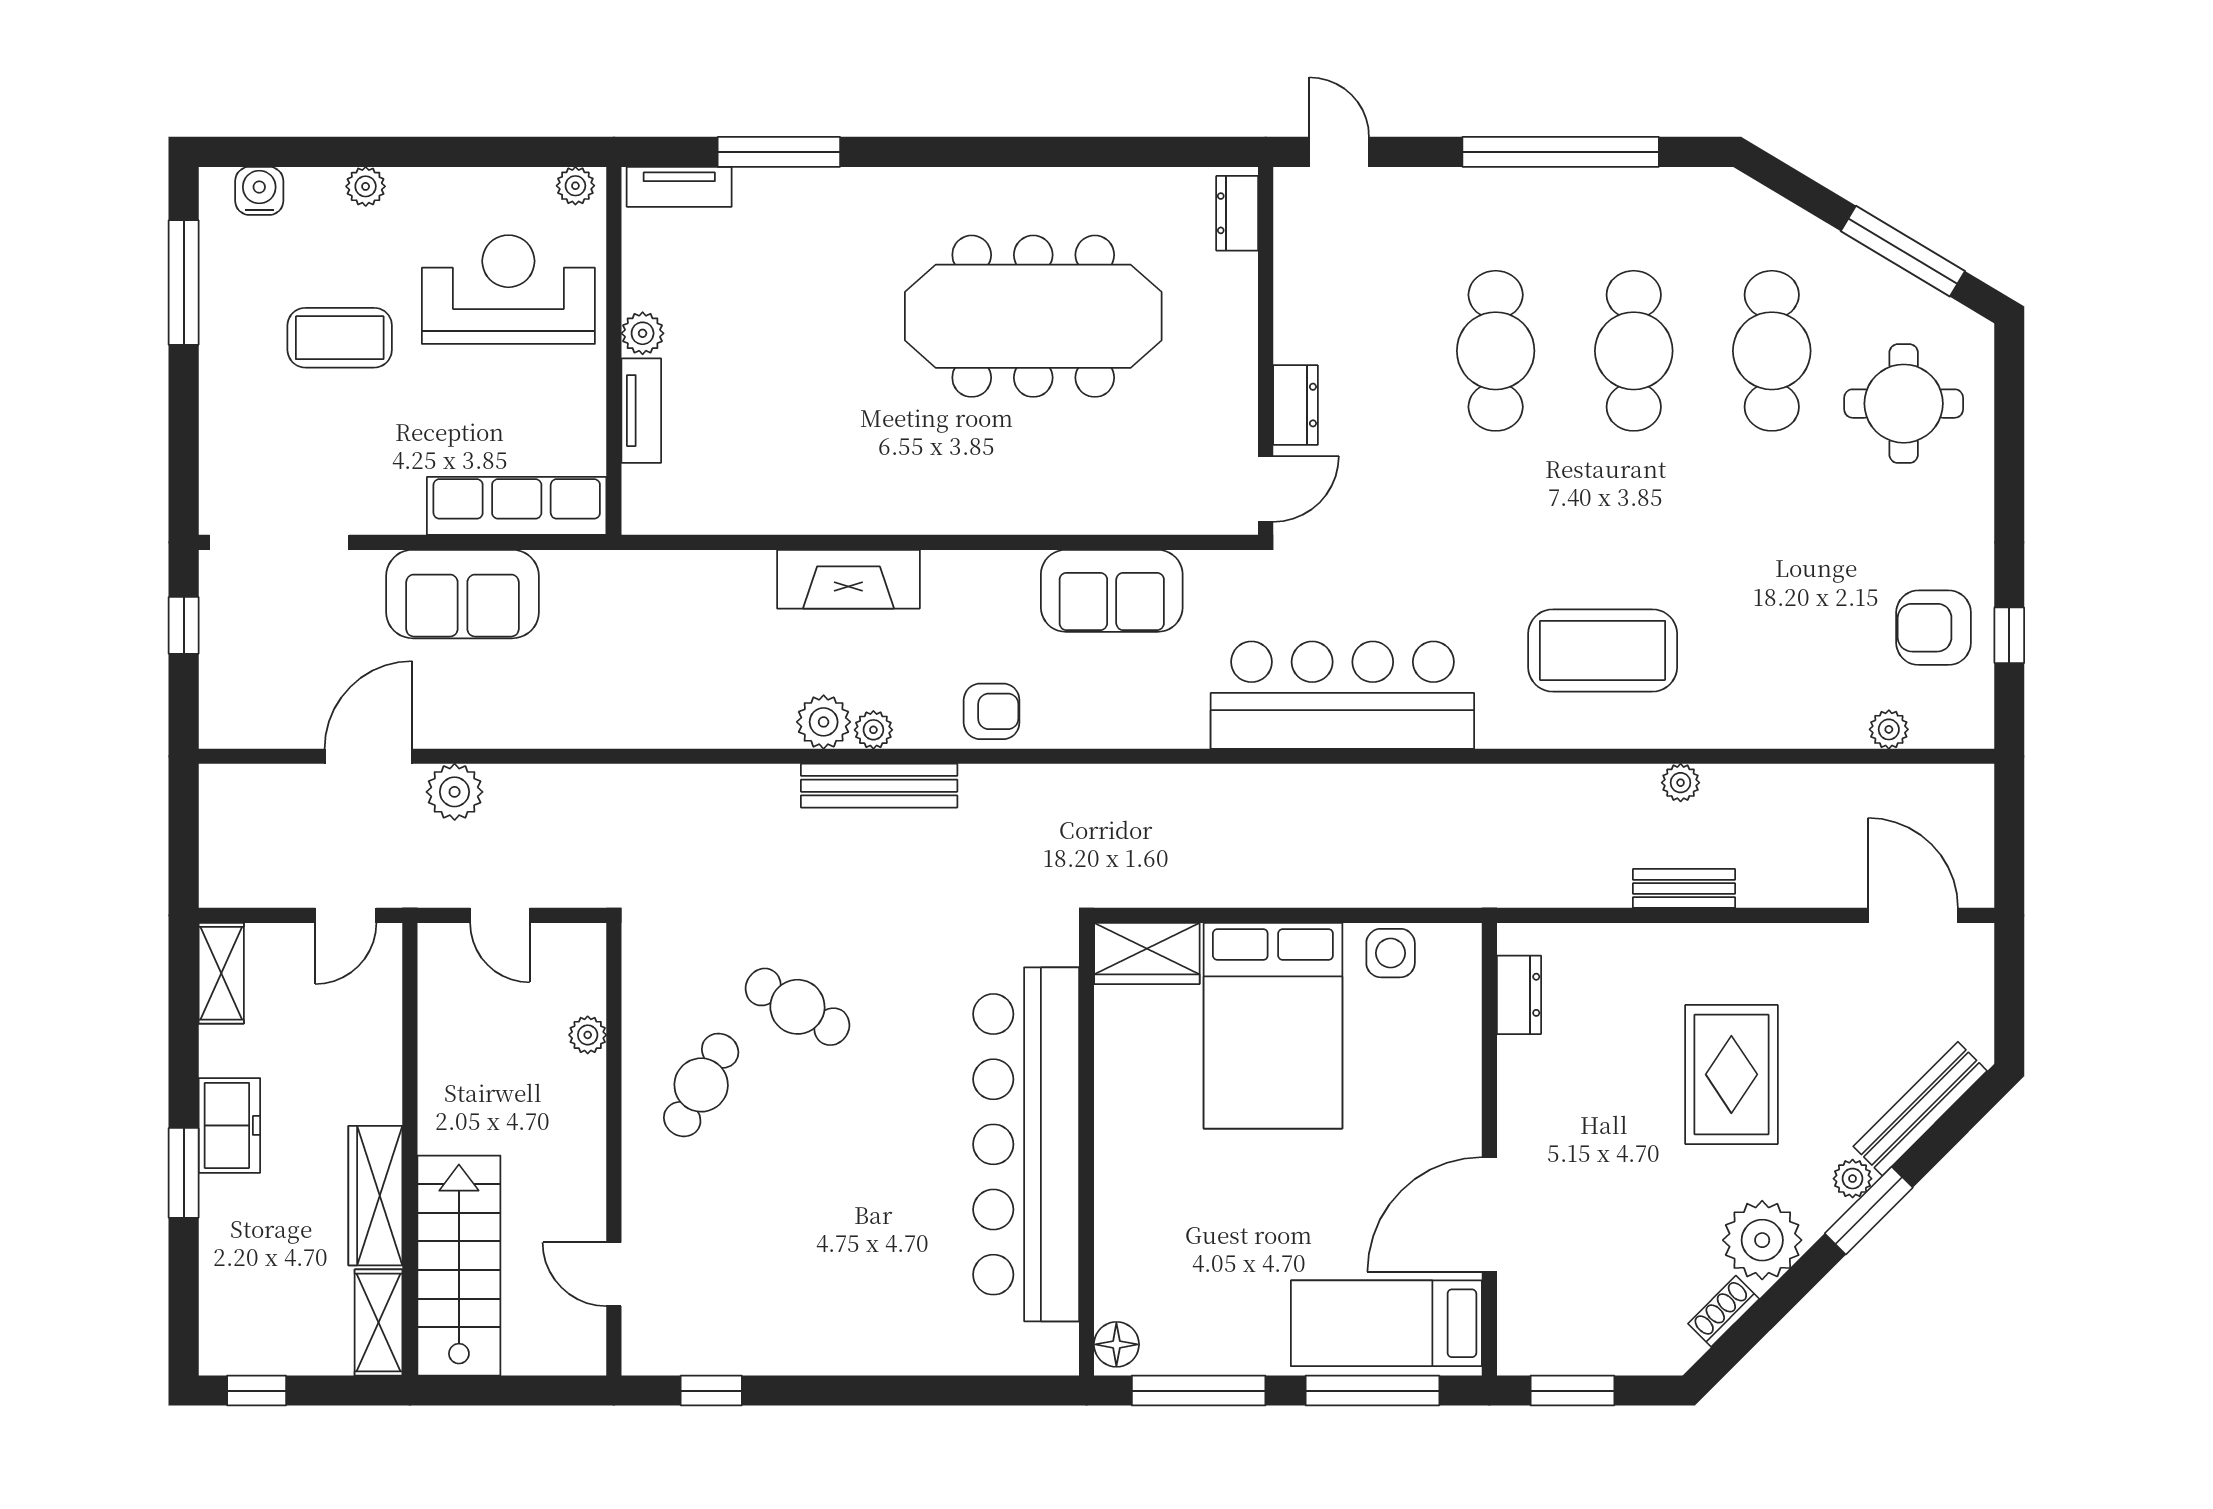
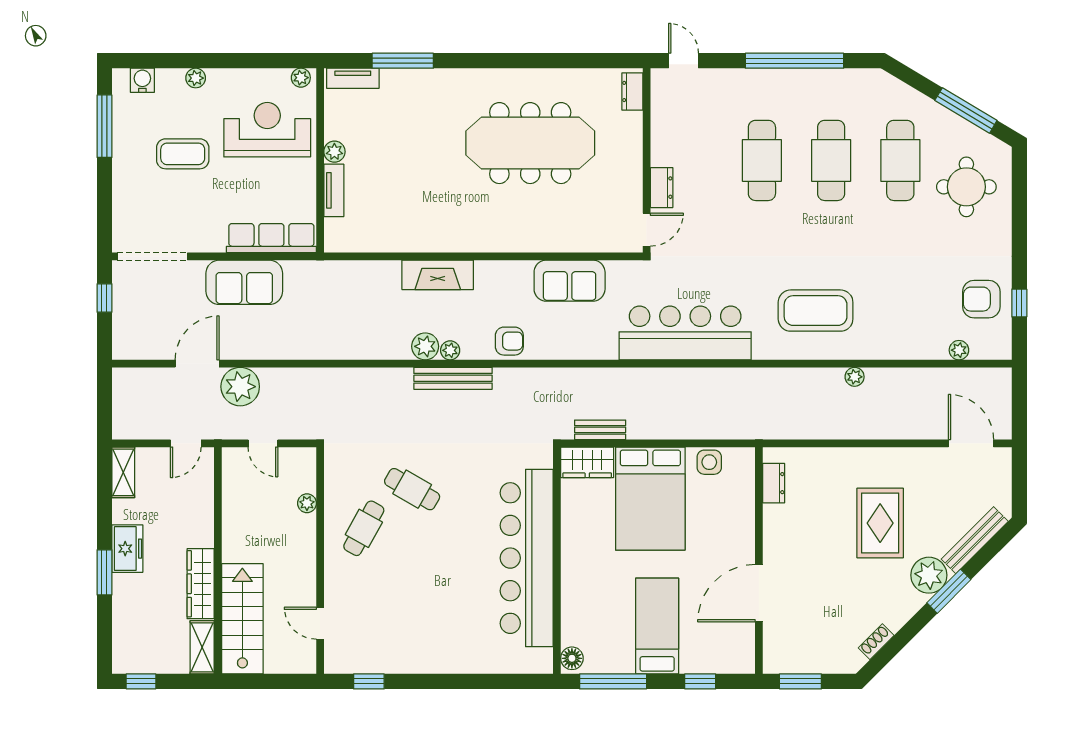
plant: (455, 792) -> (240, 387), width x1.36, depth x1.36
bench: (1684, 888) -> (600, 430), moved
plant: (1853, 1179) -> (929, 575), width x1.87, depth x1.87
plant: (1762, 1240) -> (896, 606), removed
bed: (1386, 1323) -> (657, 626), moved, turned 90
window: (1372, 1391) -> (700, 681), width x0.46

